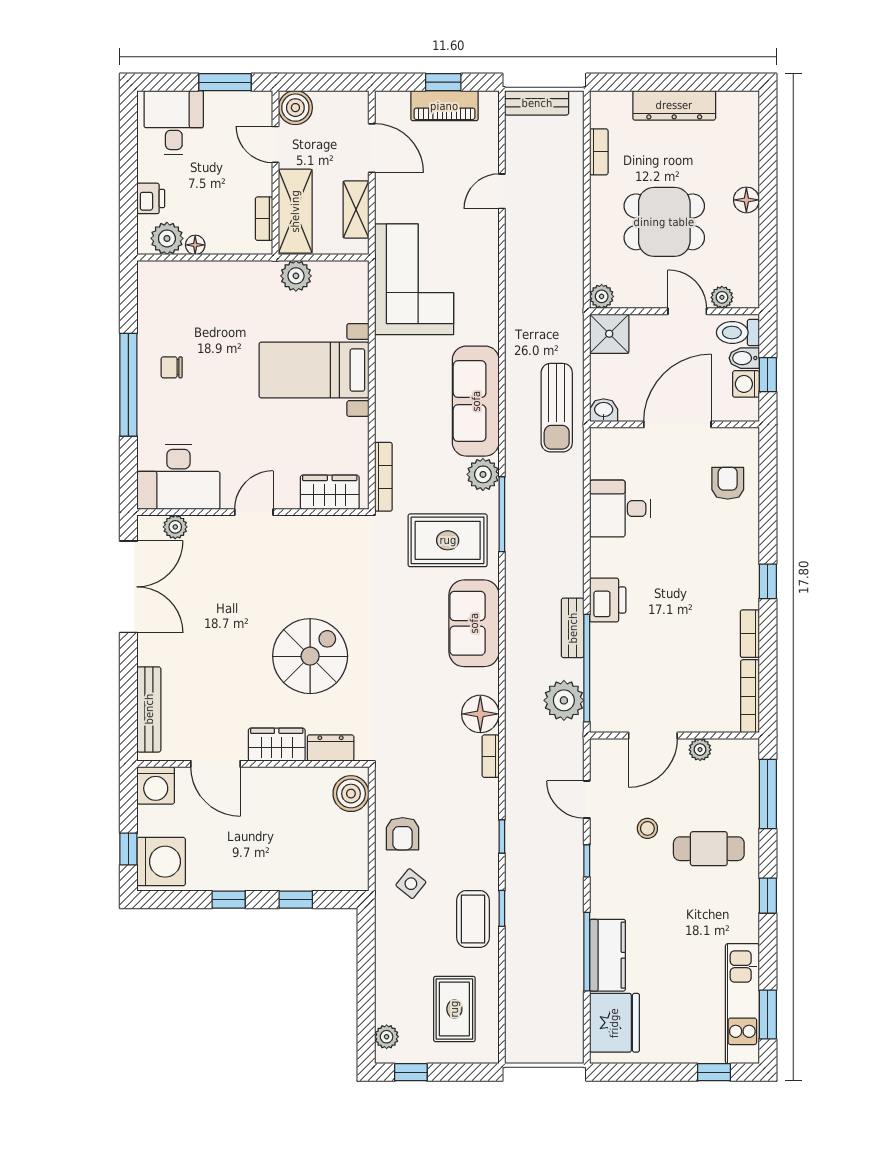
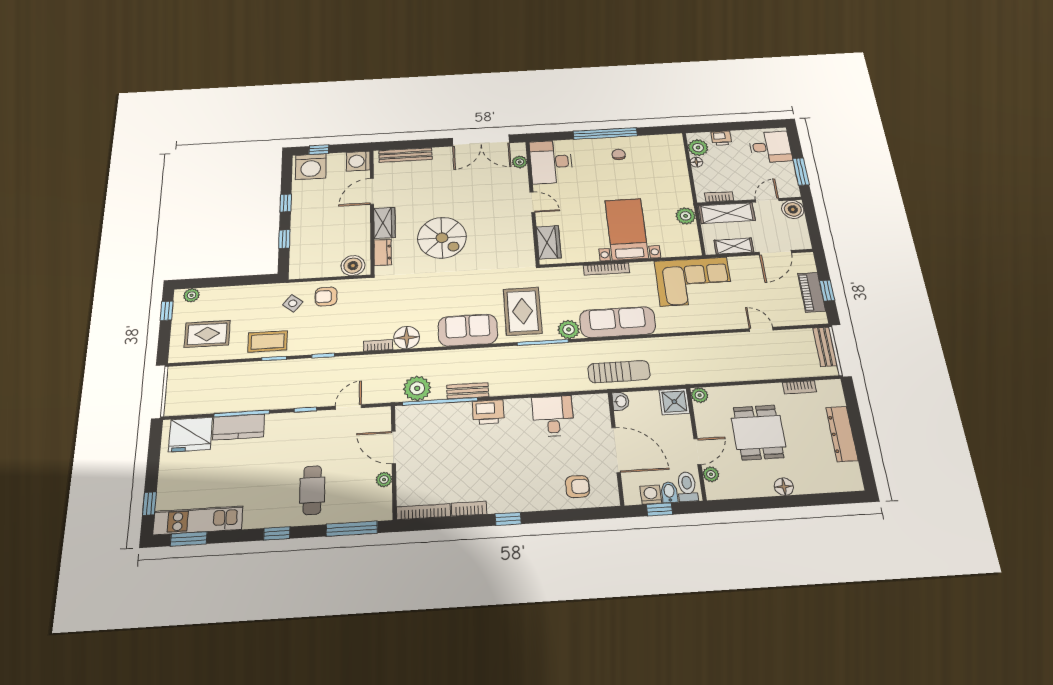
sun lounger: (557, 408) -> (619, 372), turned 180
bookcase: (383, 477) -> (606, 269), moved
stool: (647, 828) -> (328, 448), removed

